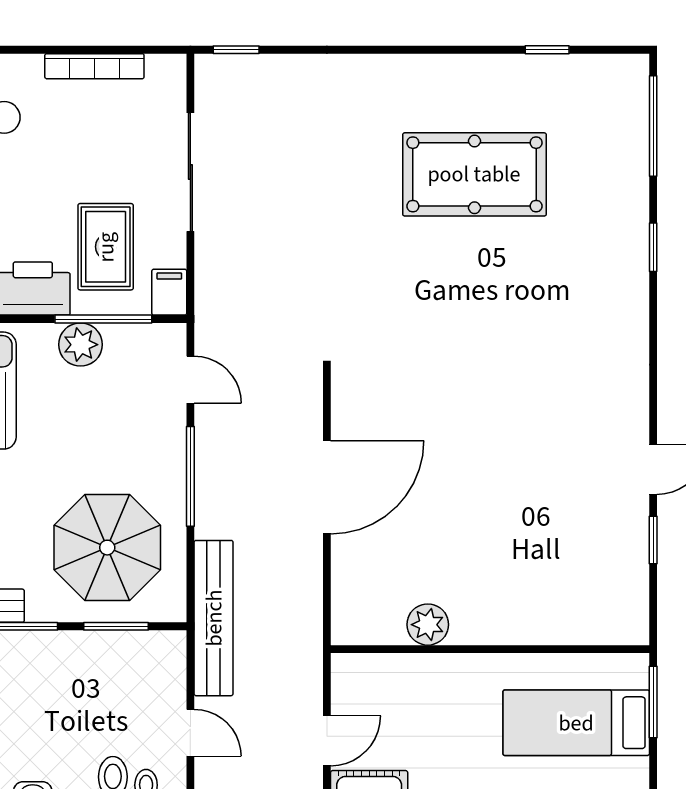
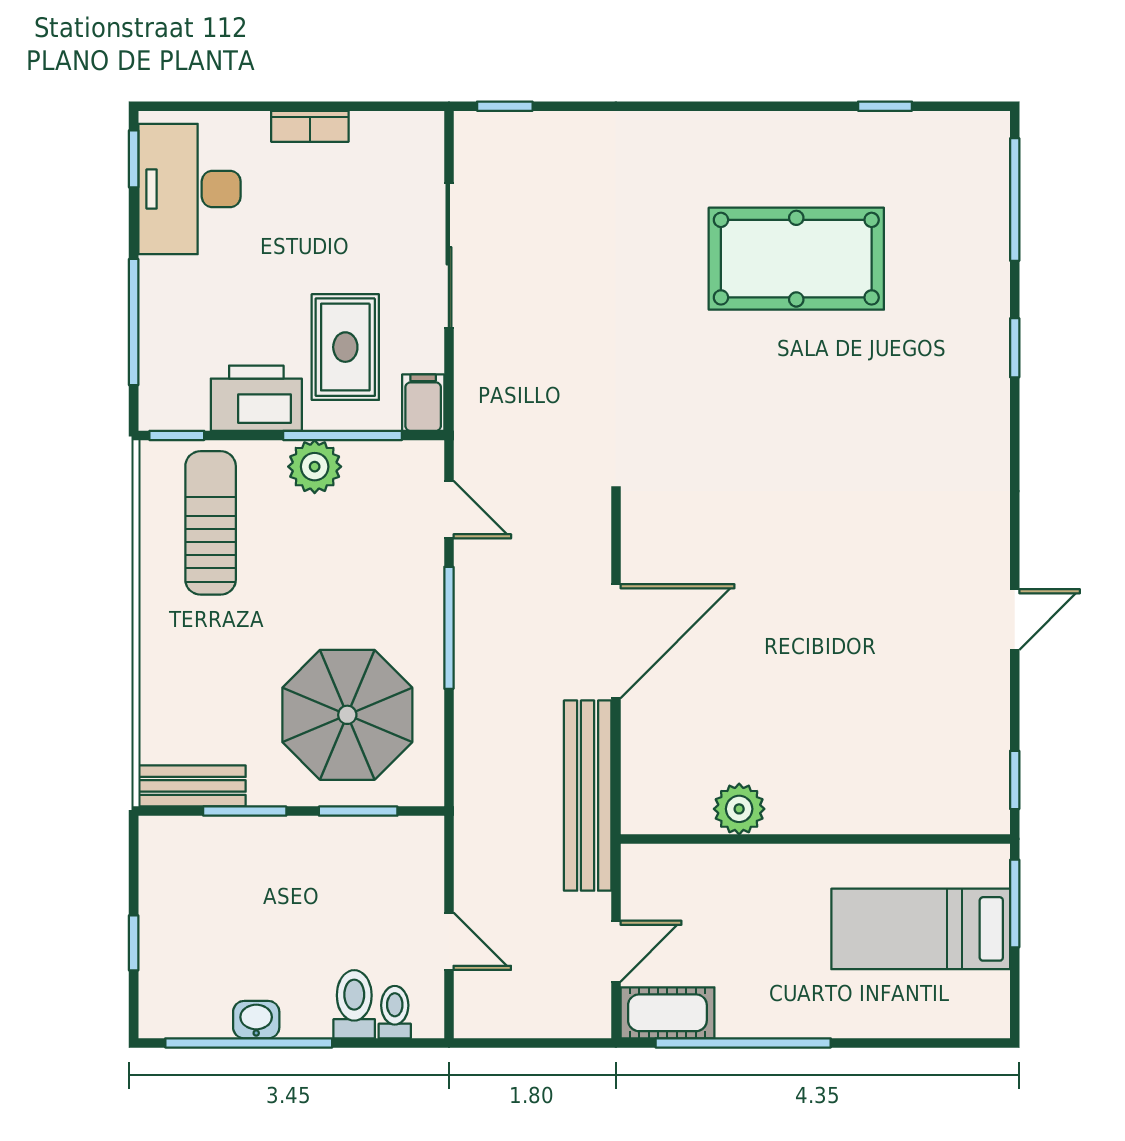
bookcase: (94, 66) -> (310, 126), width x0.64
window: (653, 540) -> (1015, 780), moved
bench: (214, 618) -> (588, 796), moved

